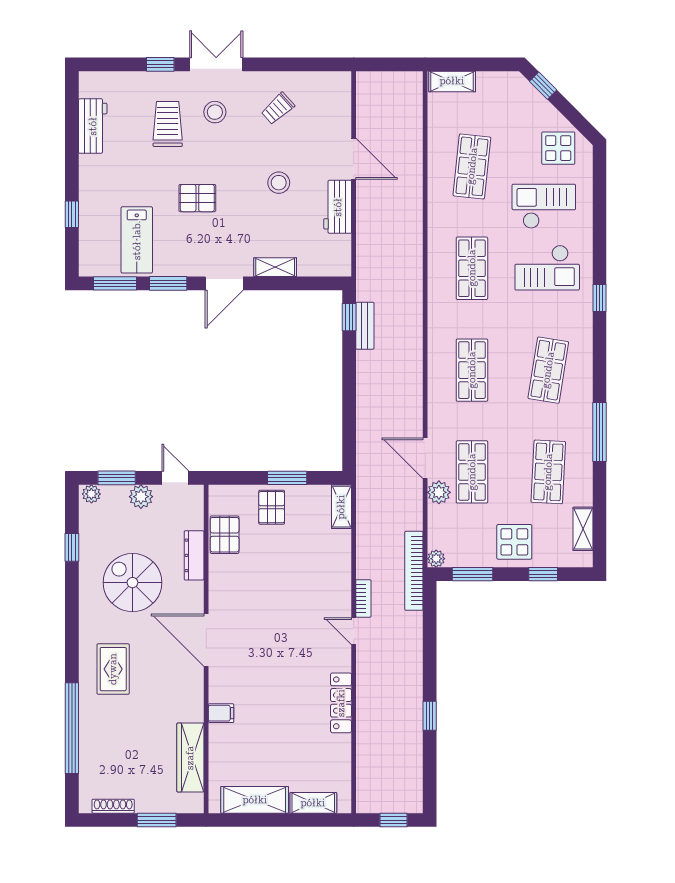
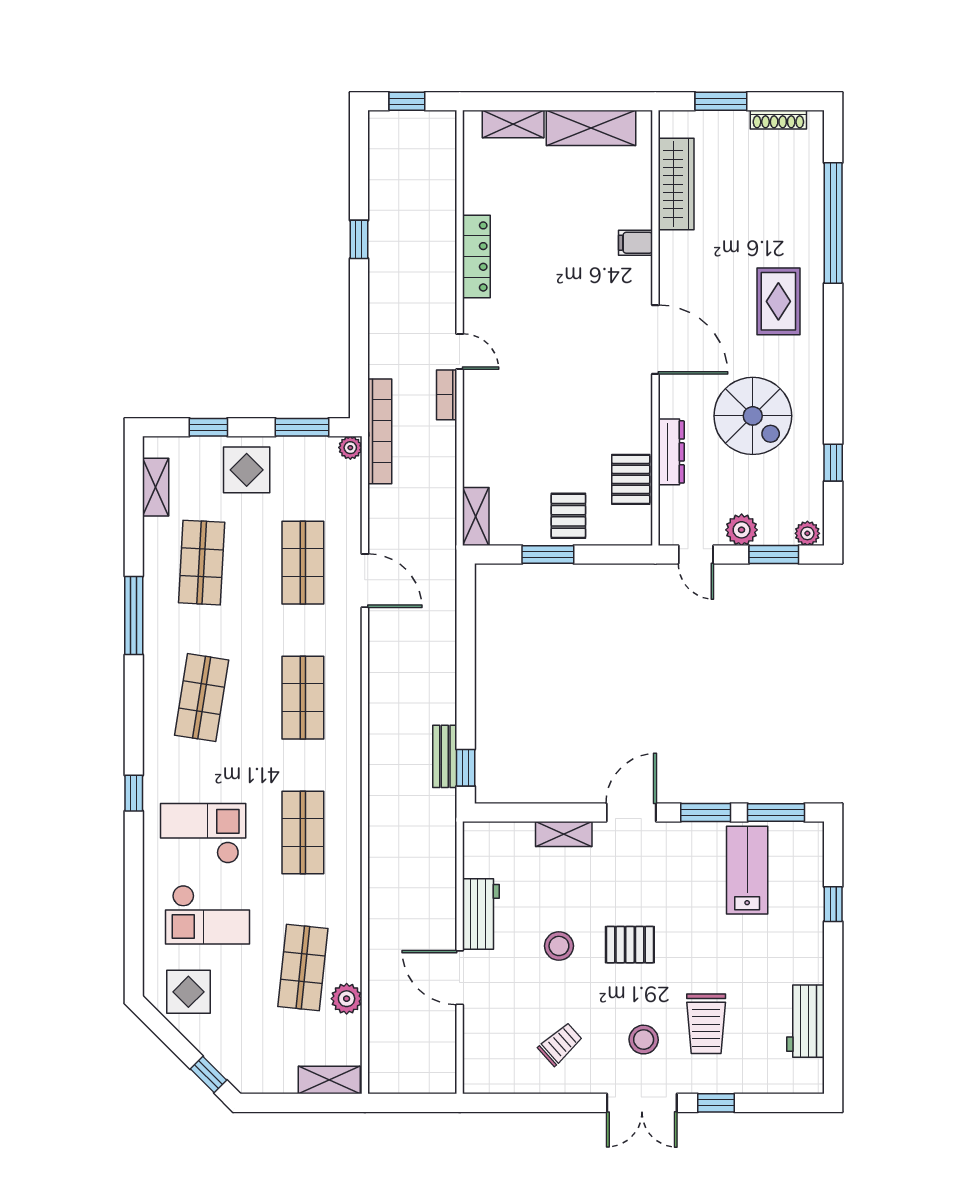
pallet: (197, 198) -> (630, 945), moved
plant: (439, 492) -> (347, 999), moved

